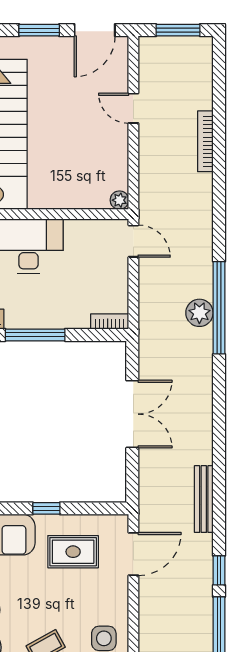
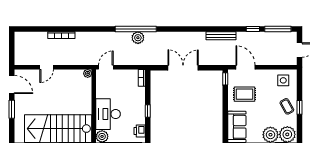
window: (178, 30) -> (12, 47), removed
window: (35, 335) -> (148, 111), width x0.46
window: (46, 508) -> (225, 79), moved
rug: (73, 552) -> (245, 94), turned 90

